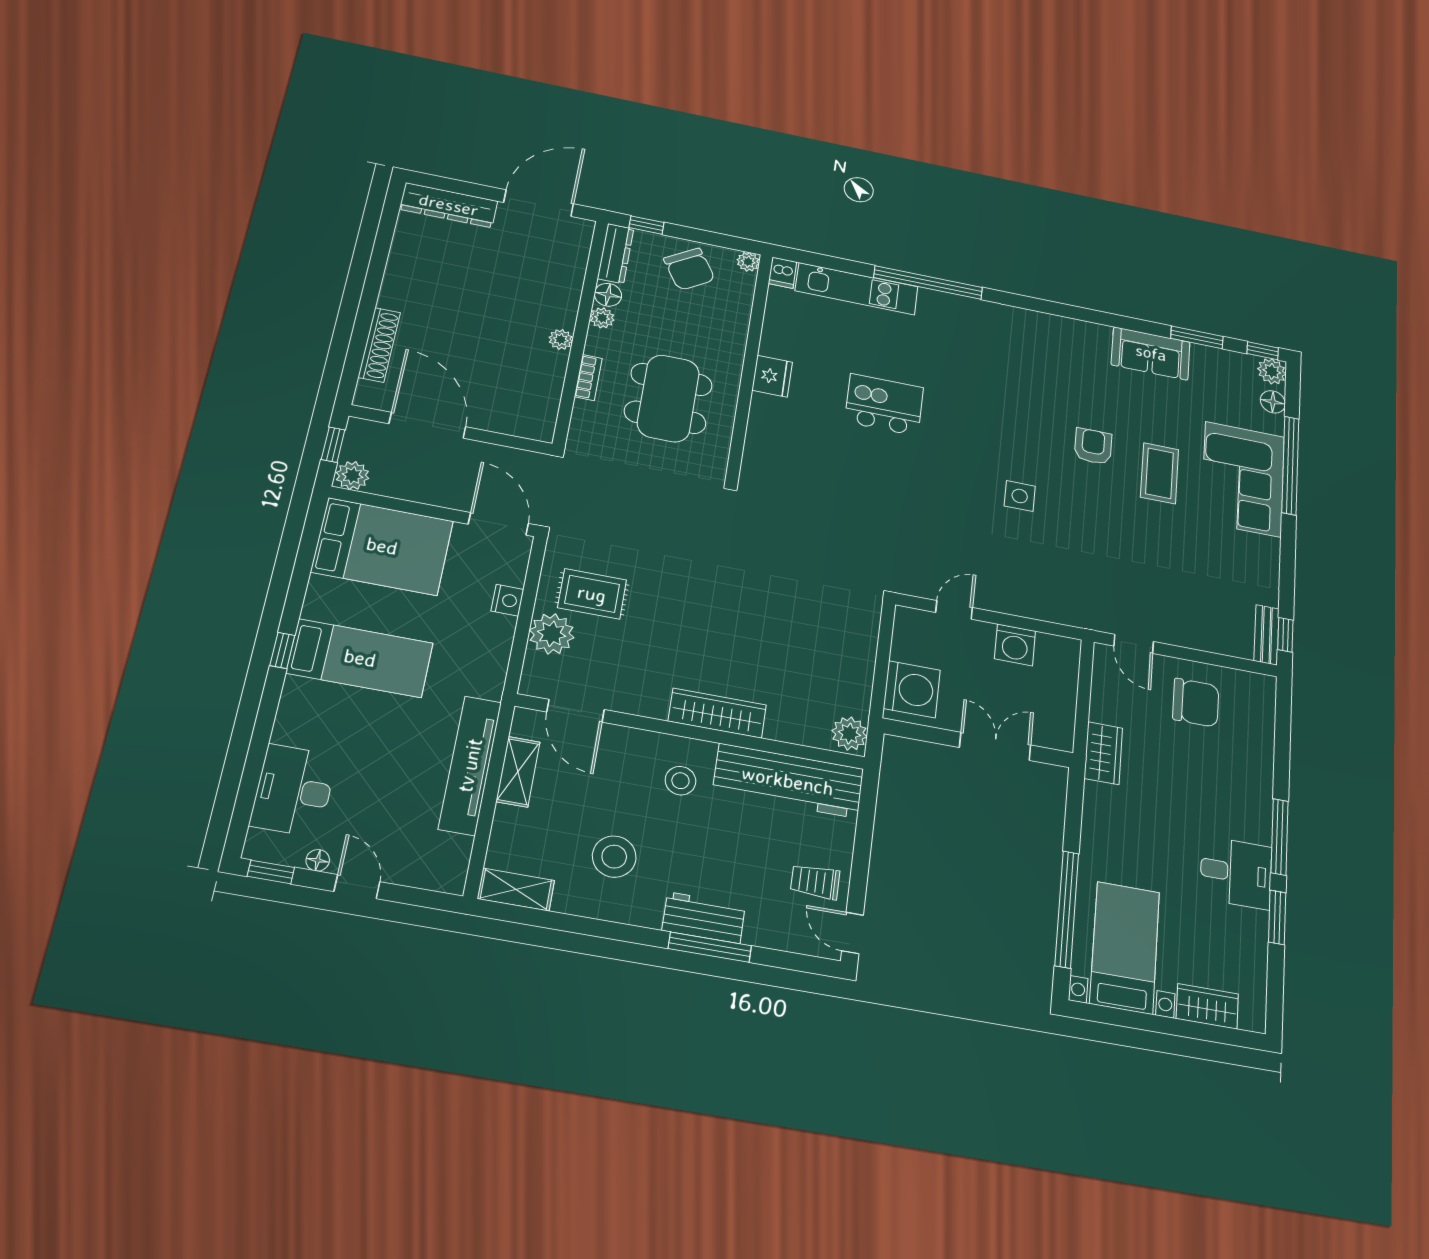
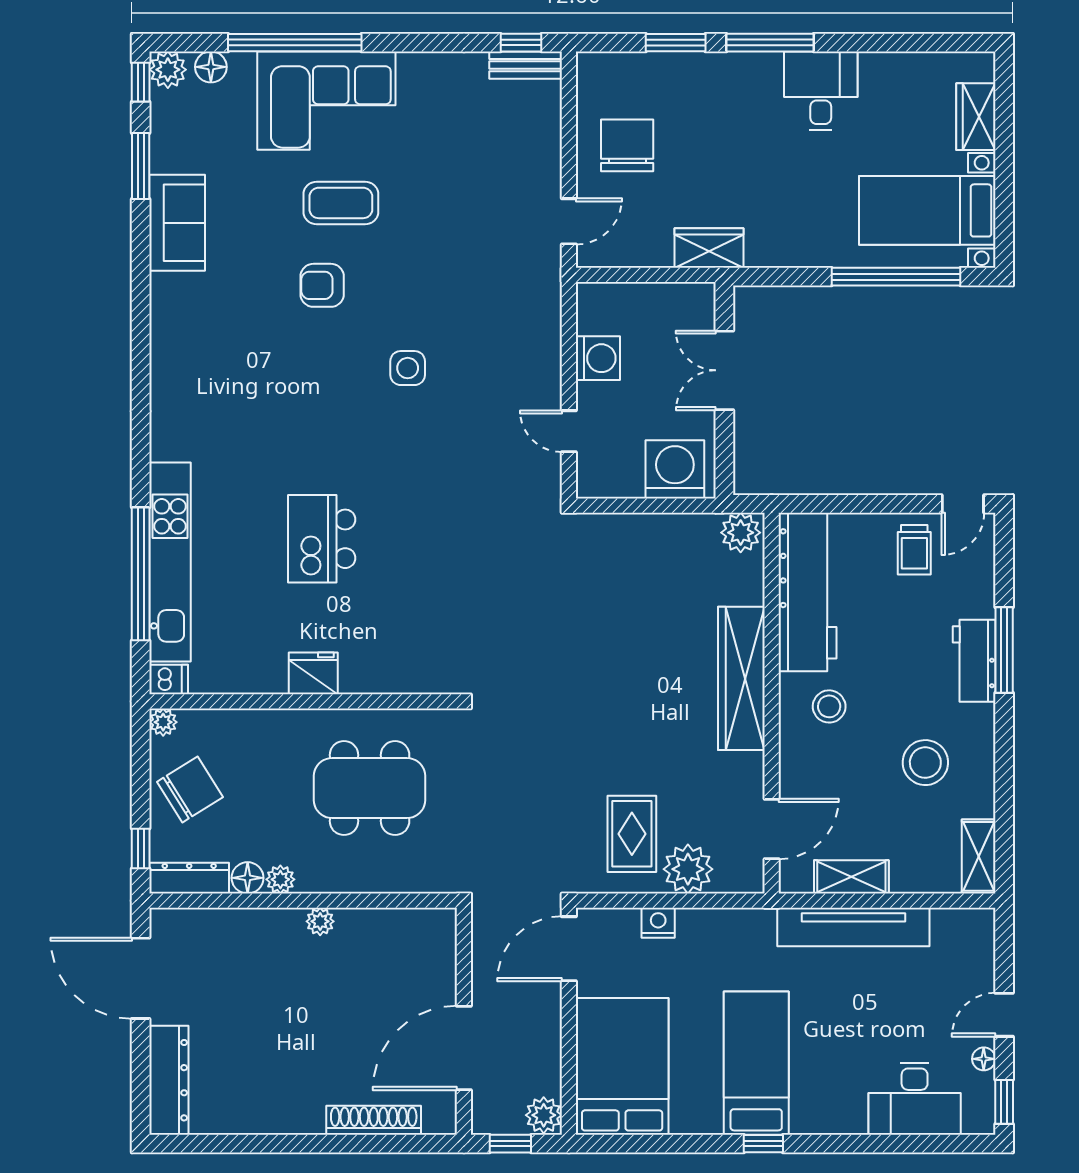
window: (928, 283) -> (141, 574), moved
kitchen unit: (857, 289) -> (170, 562), width x1.36
bookcase: (588, 378) -> (363, 882), removed
wardrobe: (717, 713) -> (741, 678), width x1.40, depth x1.17
window: (1277, 917) -> (676, 43), moved

